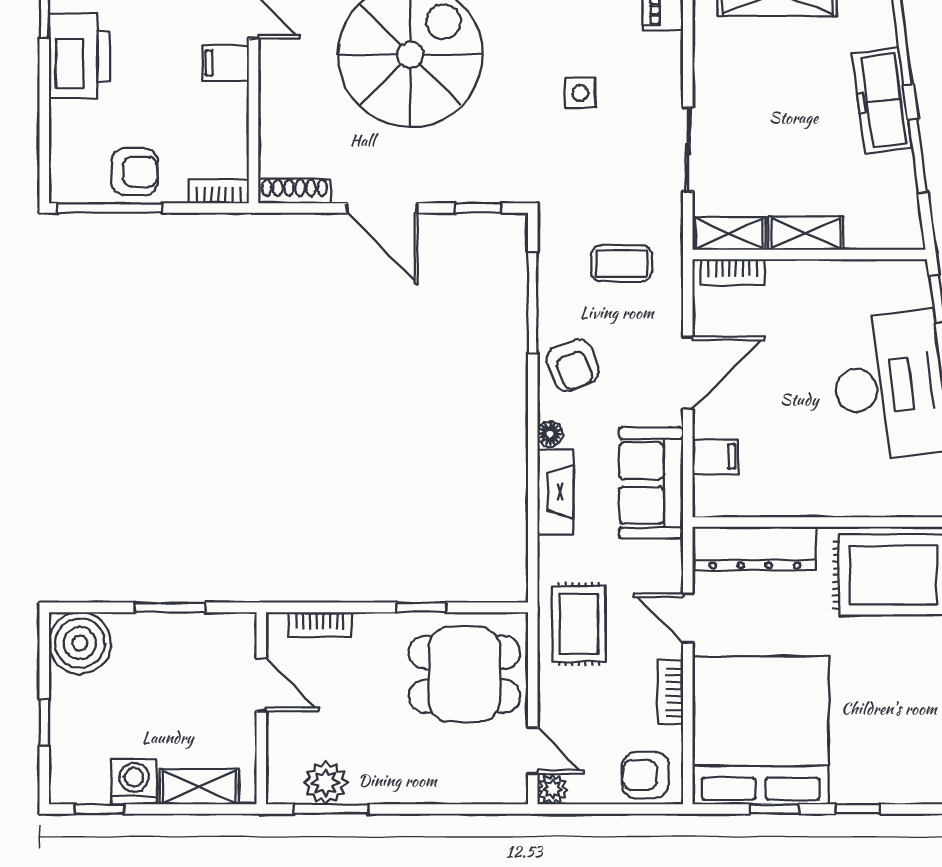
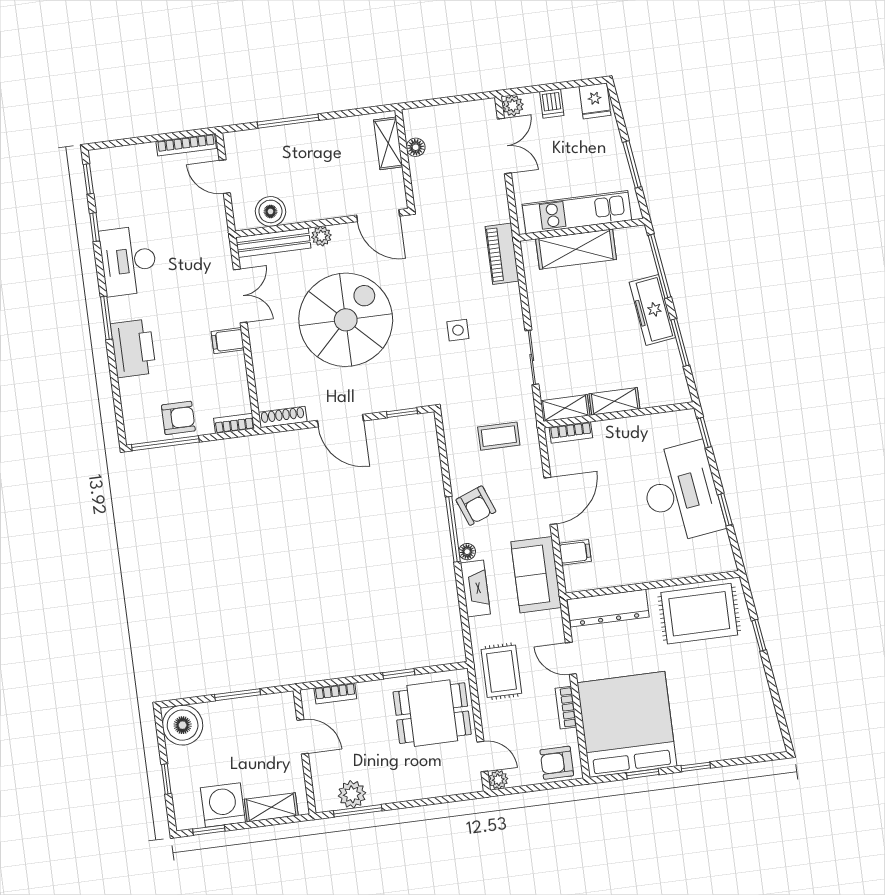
window: (533, 303) -> (453, 529), moved
washing machine: (134, 782) -> (223, 805), width x1.37, depth x1.37

